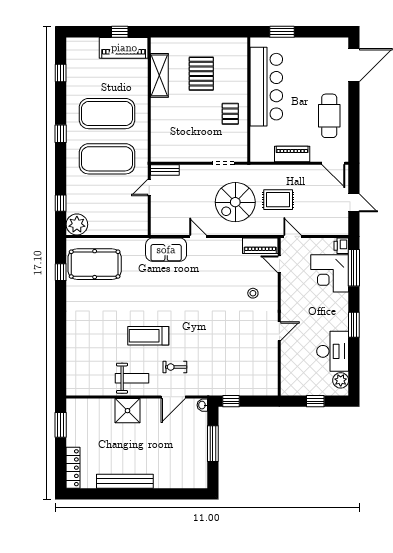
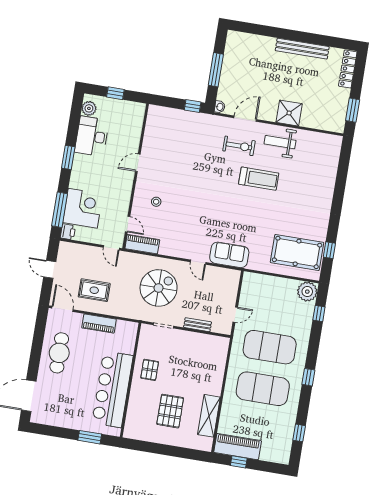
bench: (165, 170) -> (198, 325), moved
rug: (278, 200) -> (94, 290), moved
exercise bike: (175, 367) -> (239, 146), width x1.38, depth x1.39

